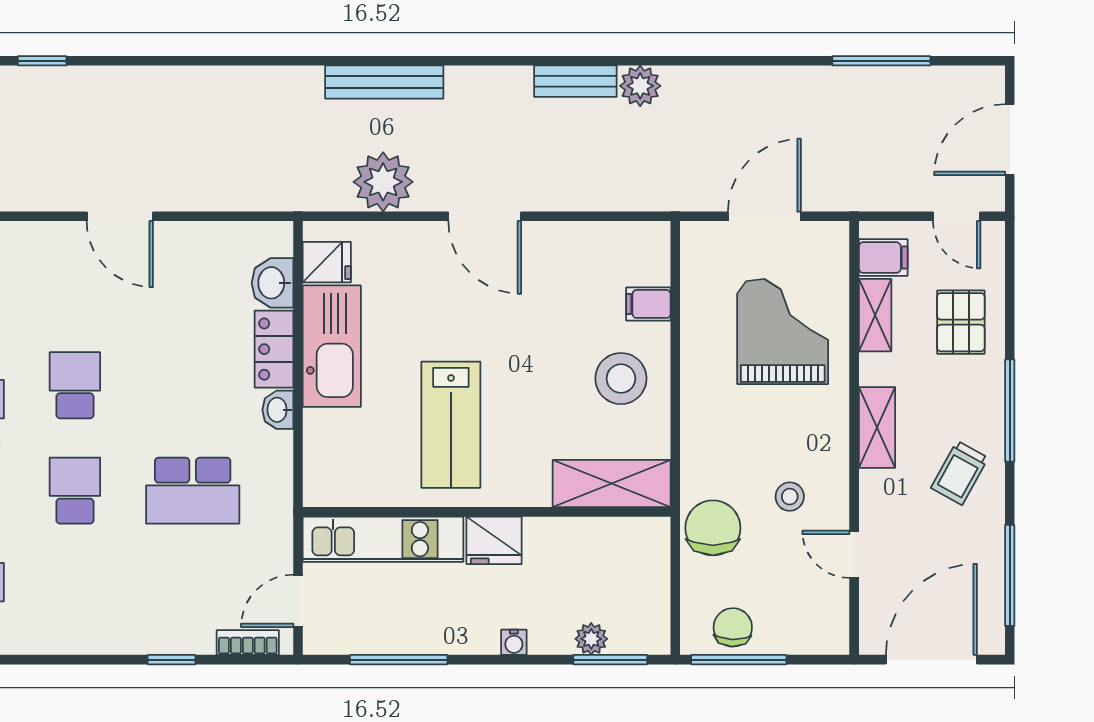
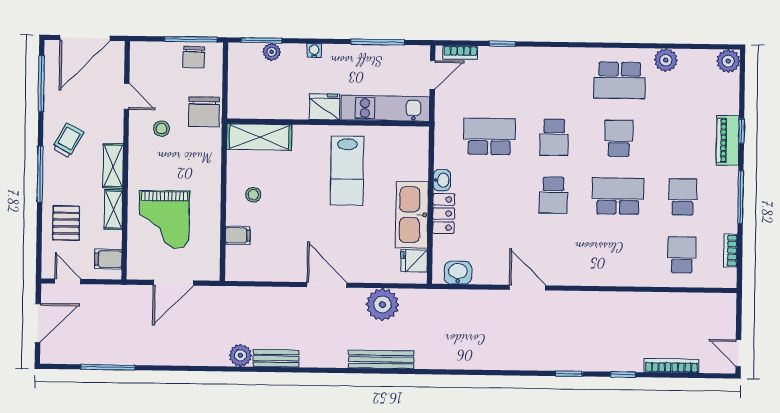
washbasin: (273, 283) -> (458, 273), moved, turned -90
shelving: (875, 315) -> (113, 210), moved
stool: (621, 379) -> (253, 195), width x0.53, depth x0.53
lab bench: (451, 425) -> (347, 171), turned 180

